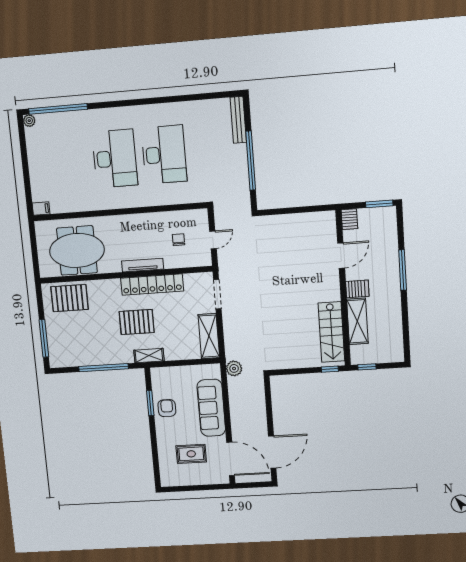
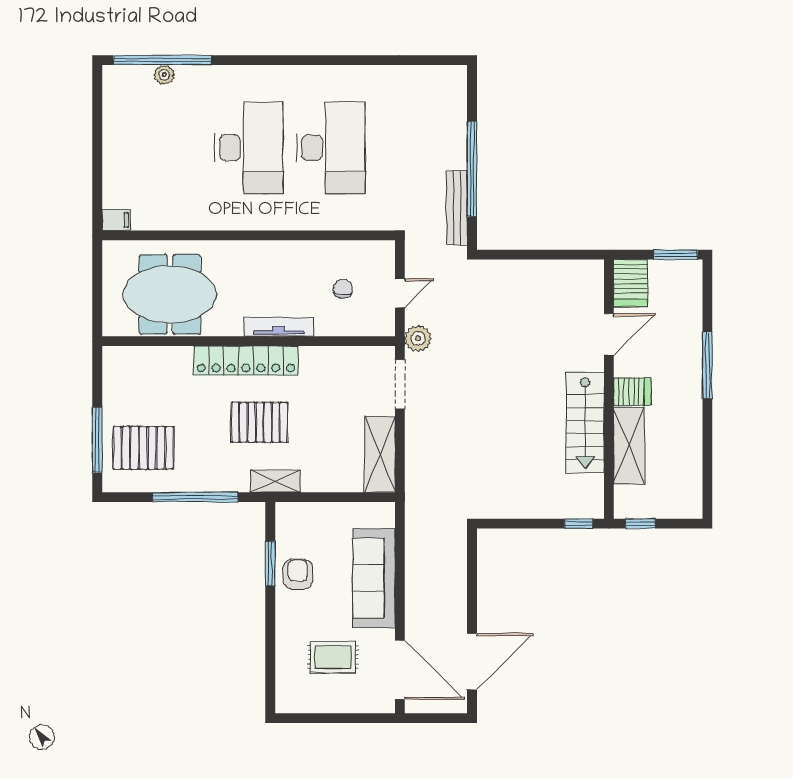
bench: (238, 120) -> (457, 208), moved
plant: (29, 121) -> (164, 75), moved
server rack: (349, 219) -> (631, 283), width x1.36, depth x1.44
locker: (152, 285) -> (246, 361), moved
pallet: (70, 298) -> (143, 448), moved
stairs: (331, 332) -> (585, 423), moved
plant: (234, 368) -> (418, 338), moved

